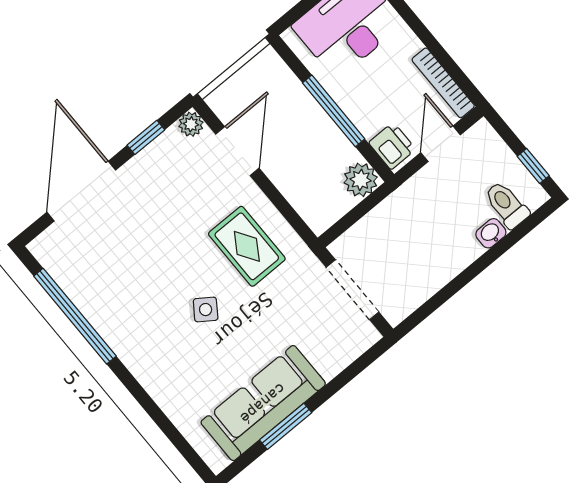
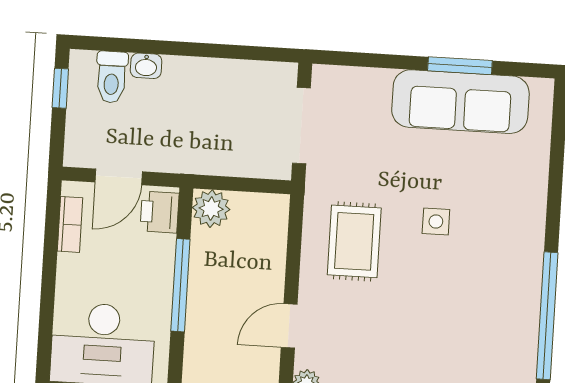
bookcase: (443, 83) -> (70, 224), width x0.64
door: (237, 151) -> (289, 326), width x0.73
side table: (206, 310) -> (436, 222), turned -35

